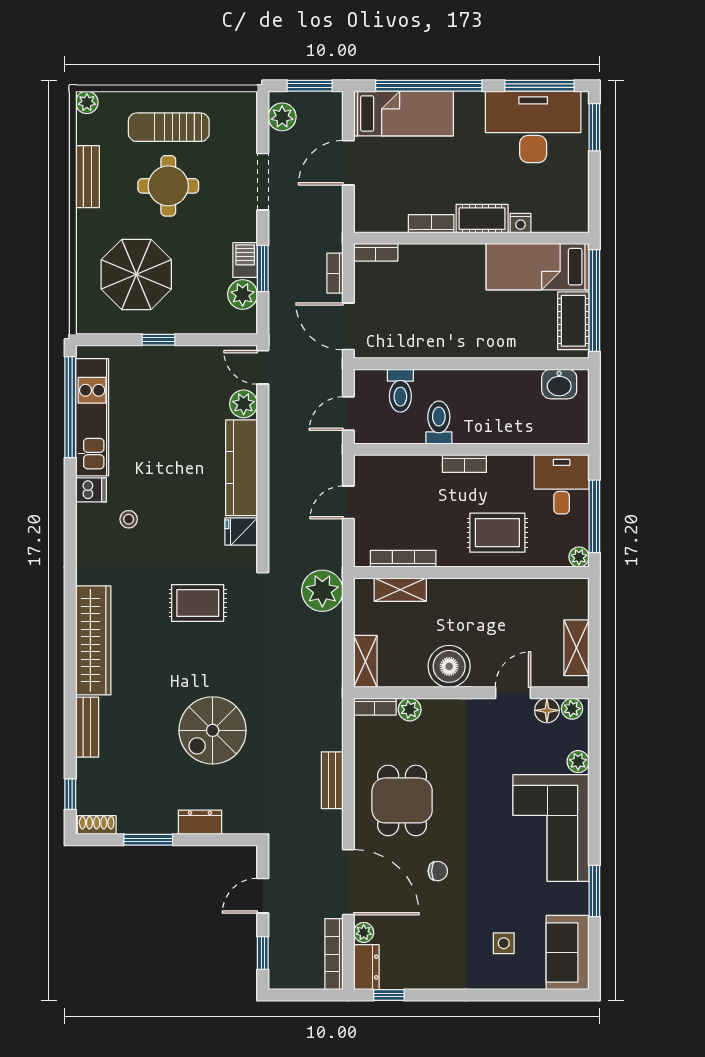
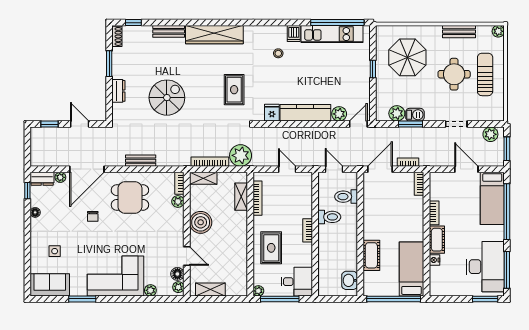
doorway: (263, 182) -> (456, 124), width x0.73
cot: (573, 321) -> (371, 255), moved, turned 90
spiral stairs: (213, 730) -> (167, 98), turned 90
bookcase: (334, 954) -> (210, 162), moved
floor lamp: (430, 980) -> (35, 212), added

